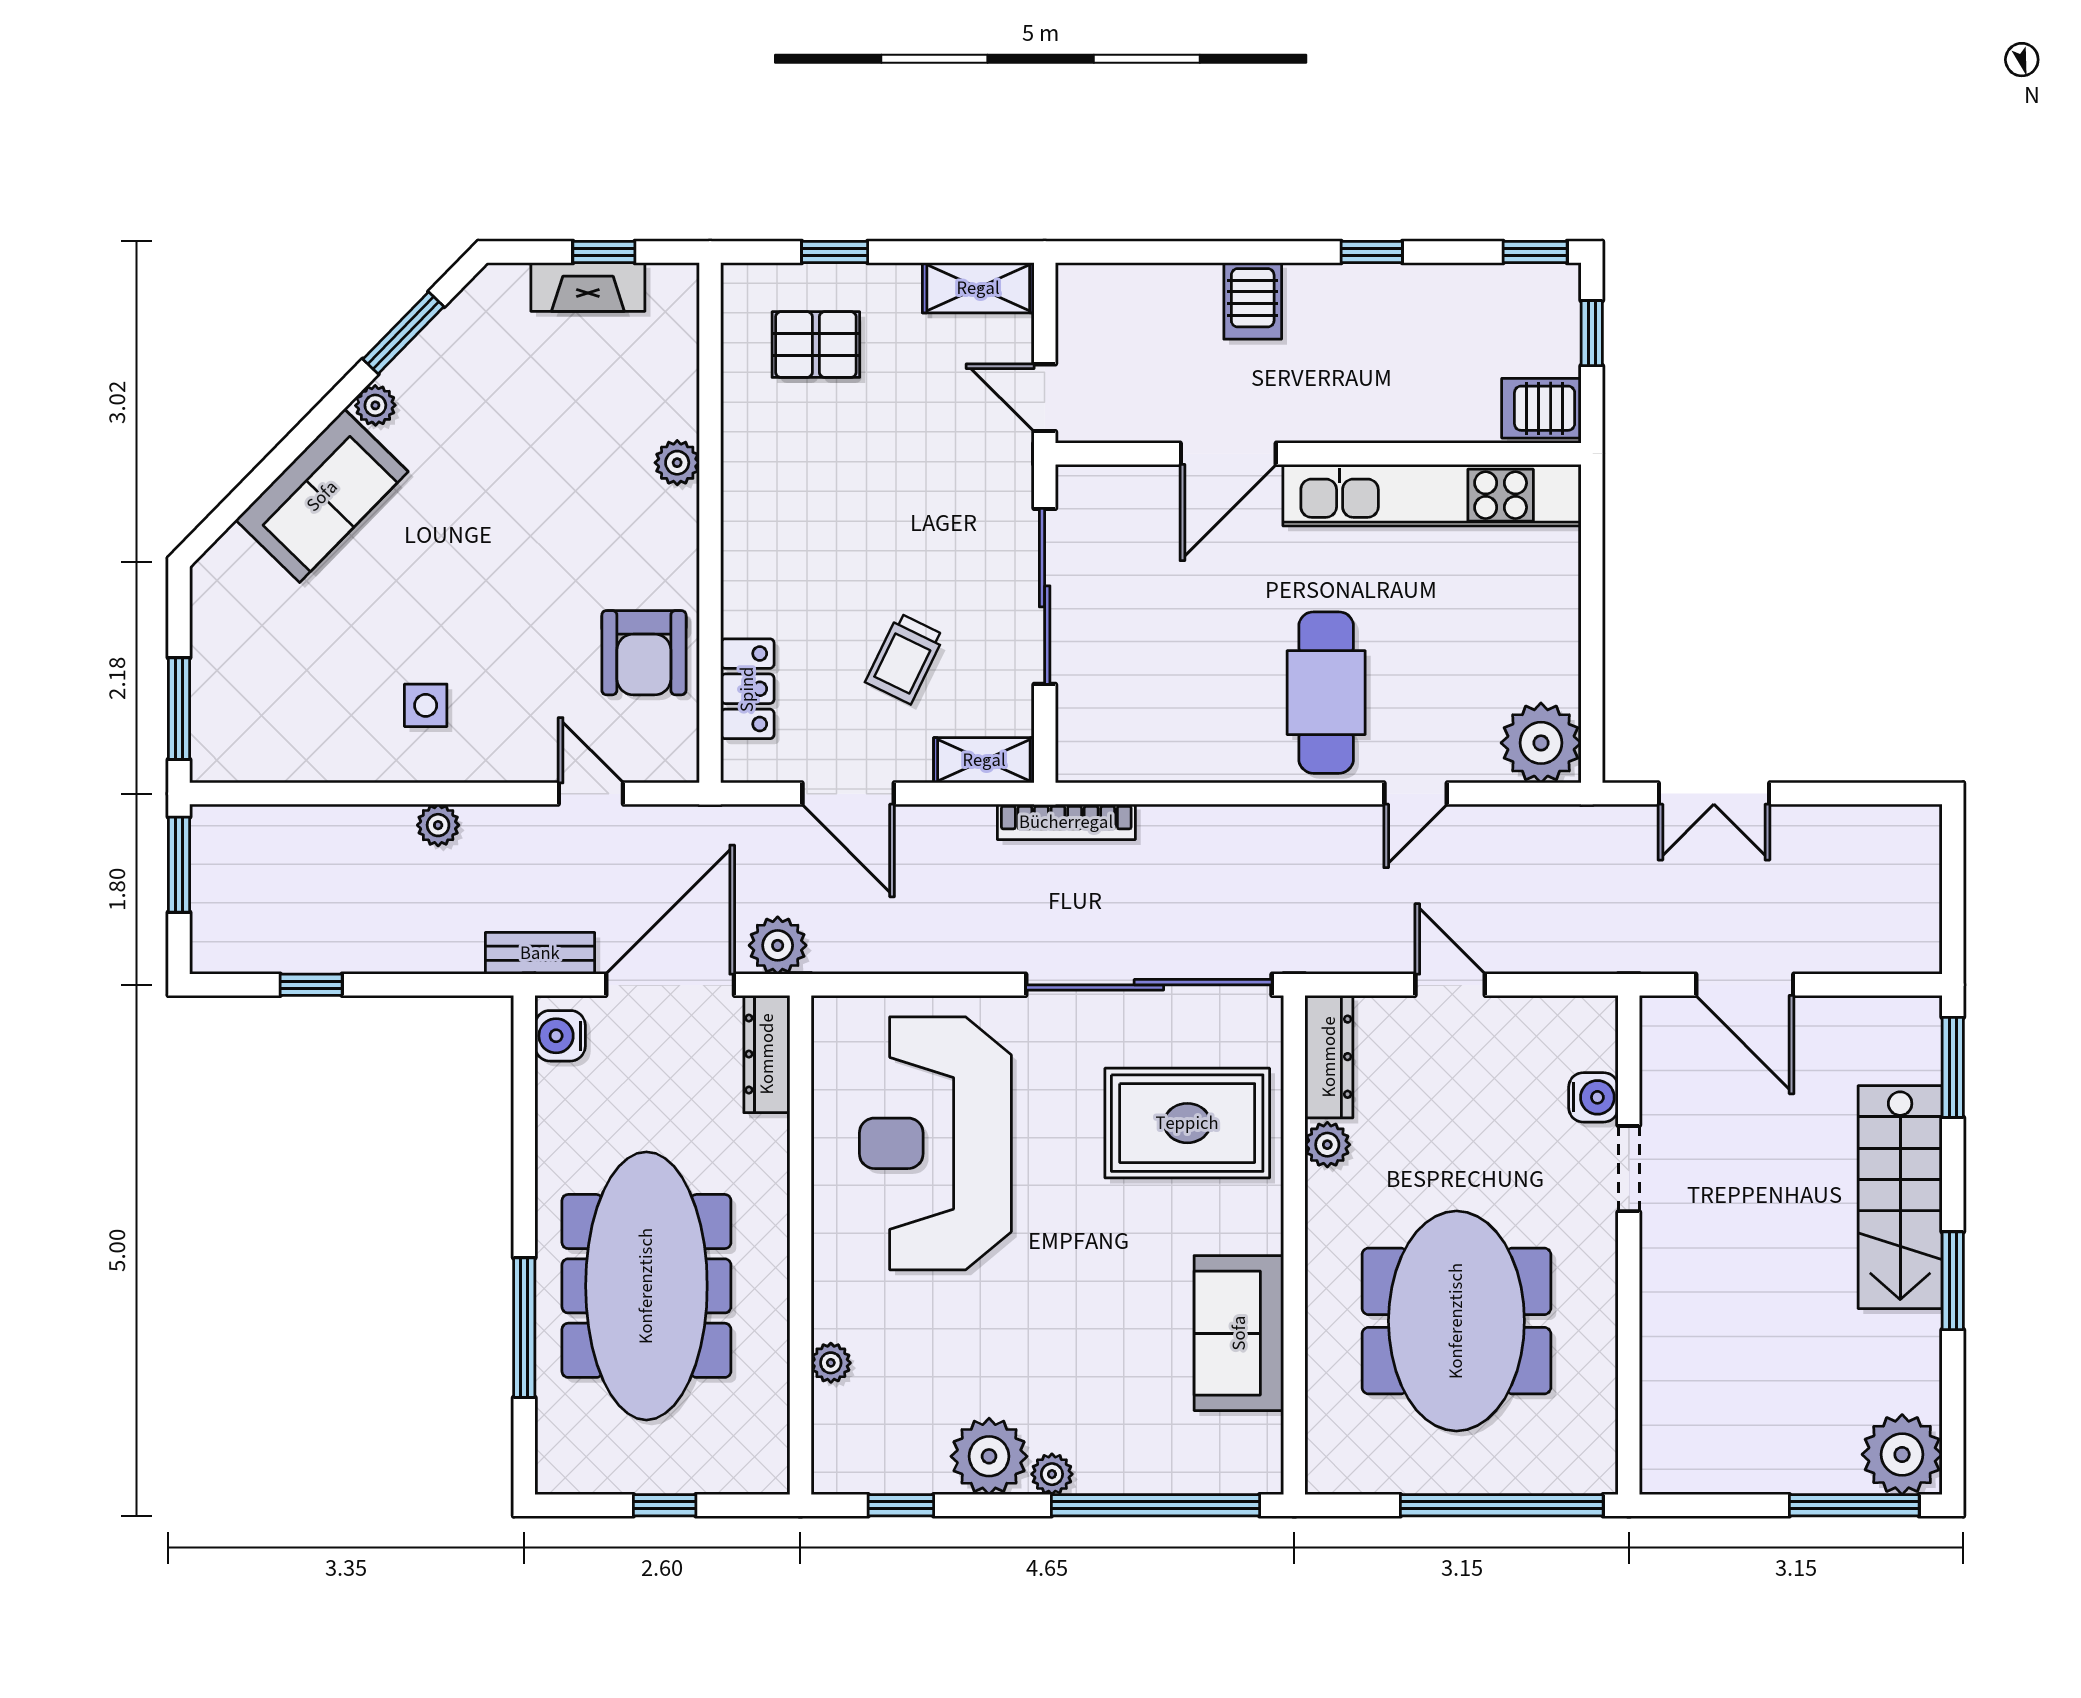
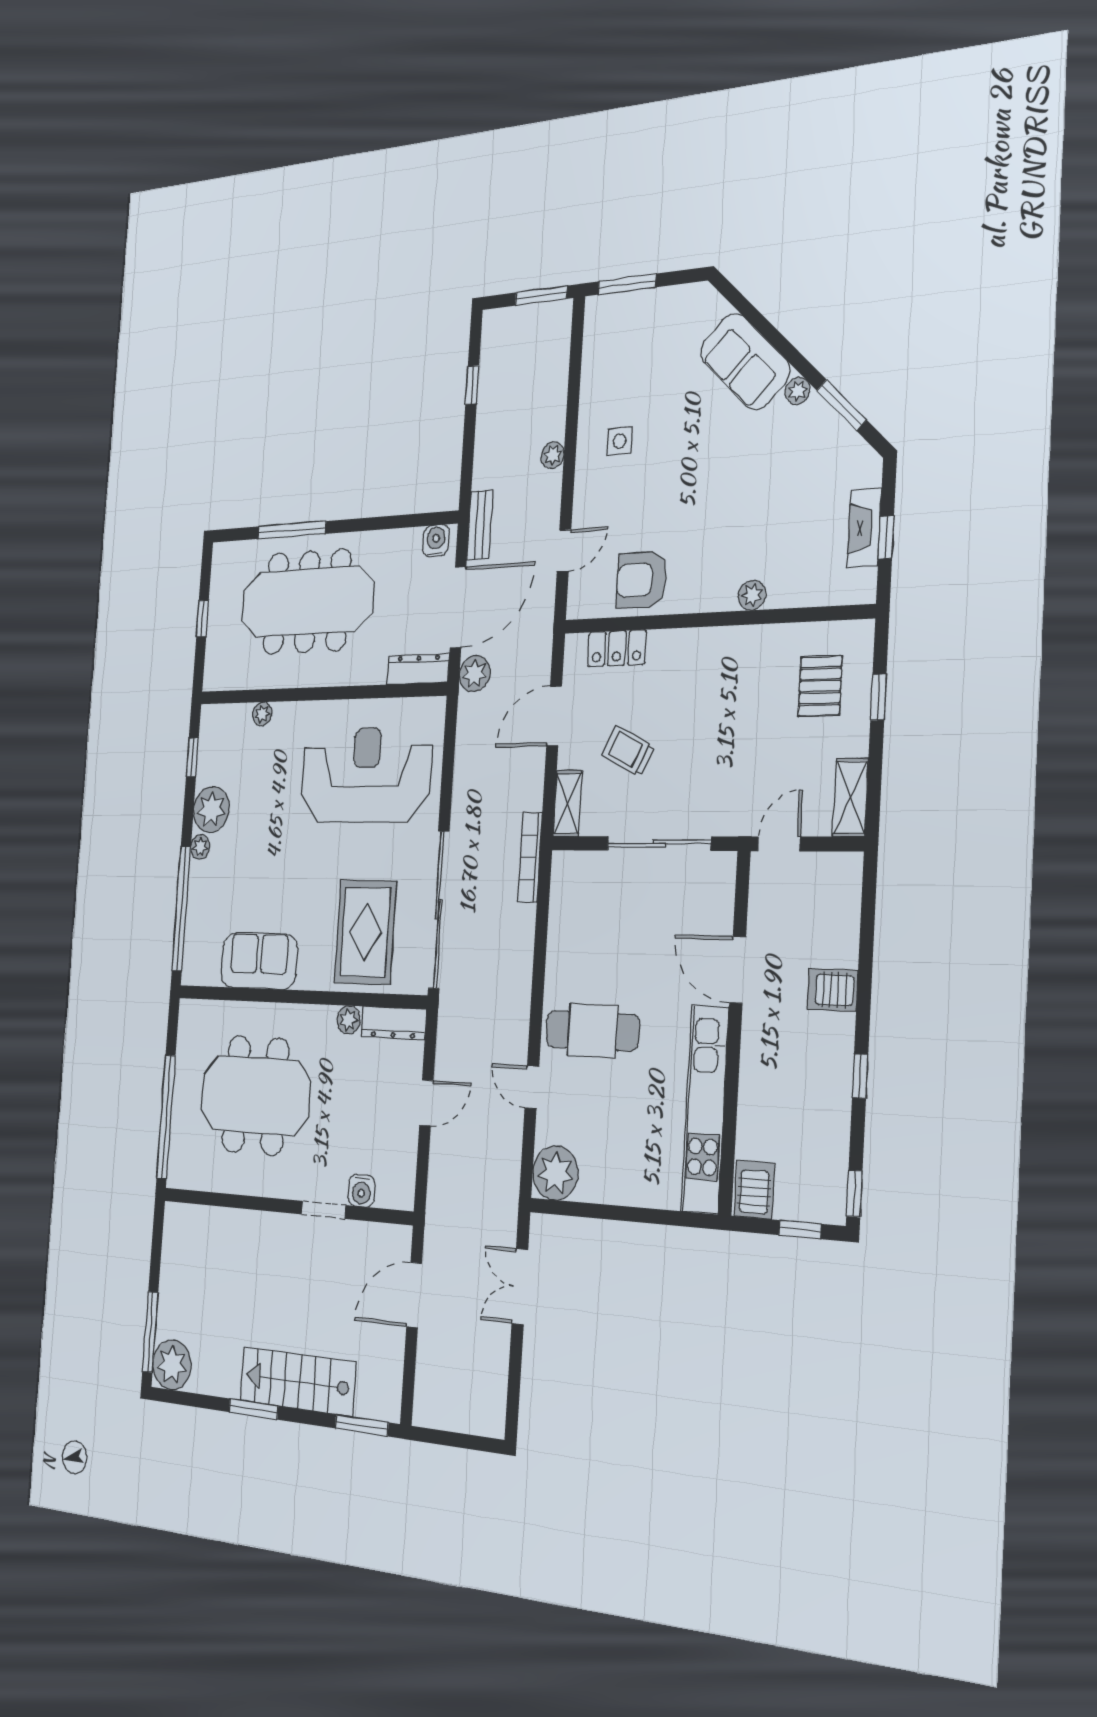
door: (670, 985) -> (458, 607), hinge flipped

